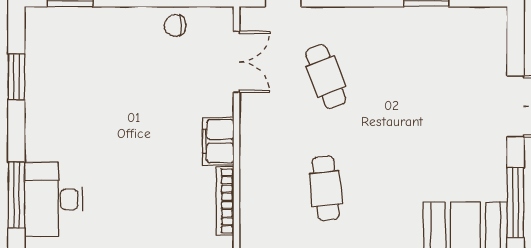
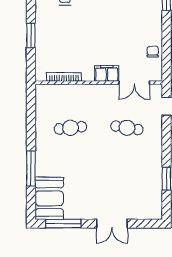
cafe table: (326, 77) -> (127, 128), turned 30
filing cabinet: (218, 141) -> (107, 73), moved

